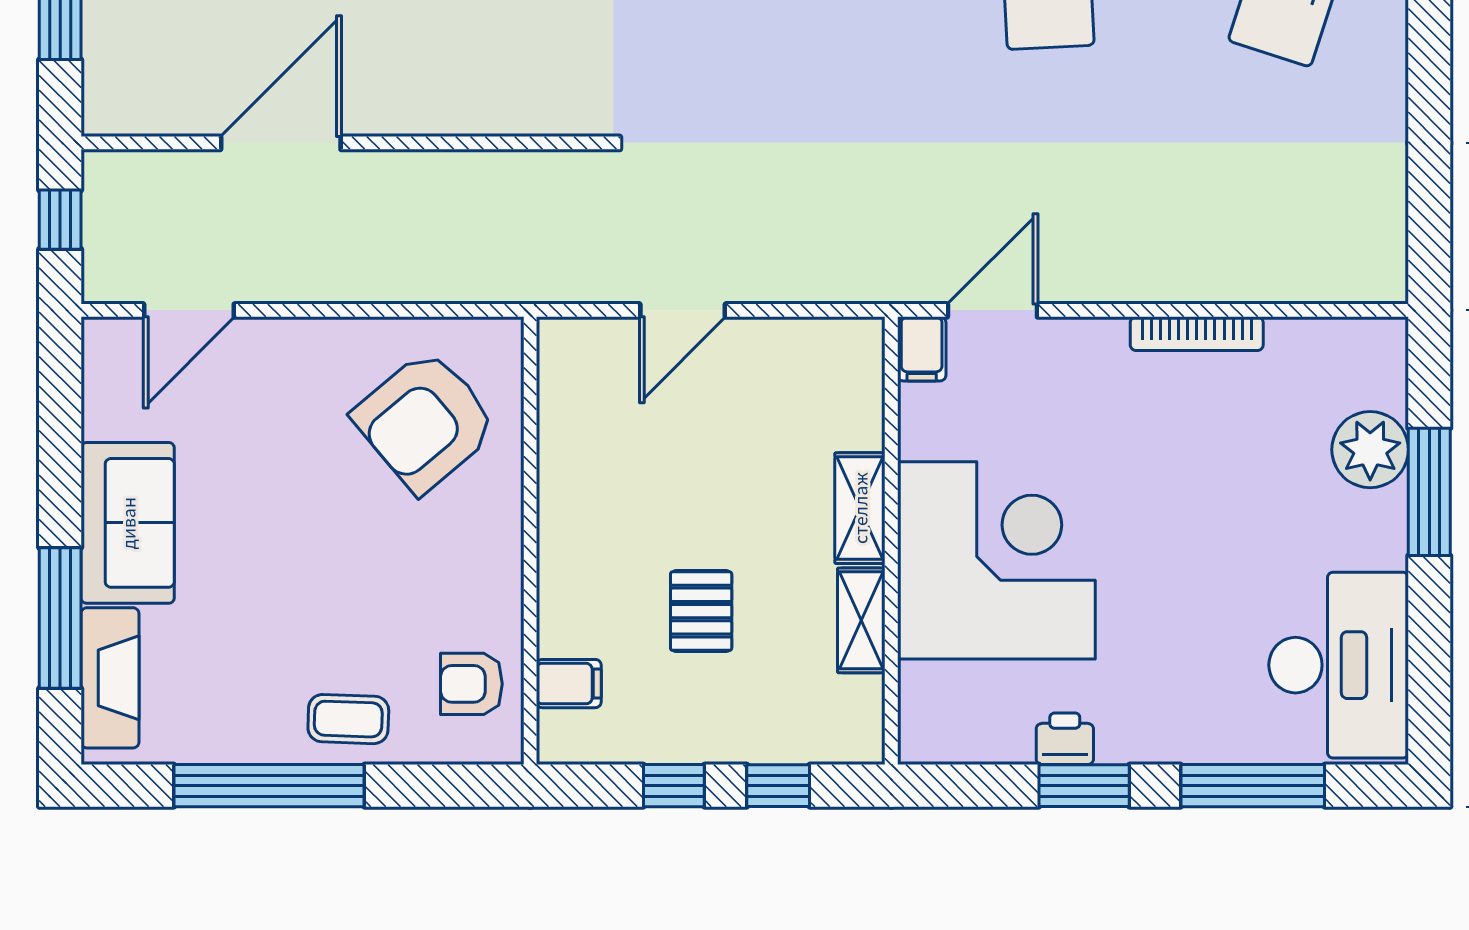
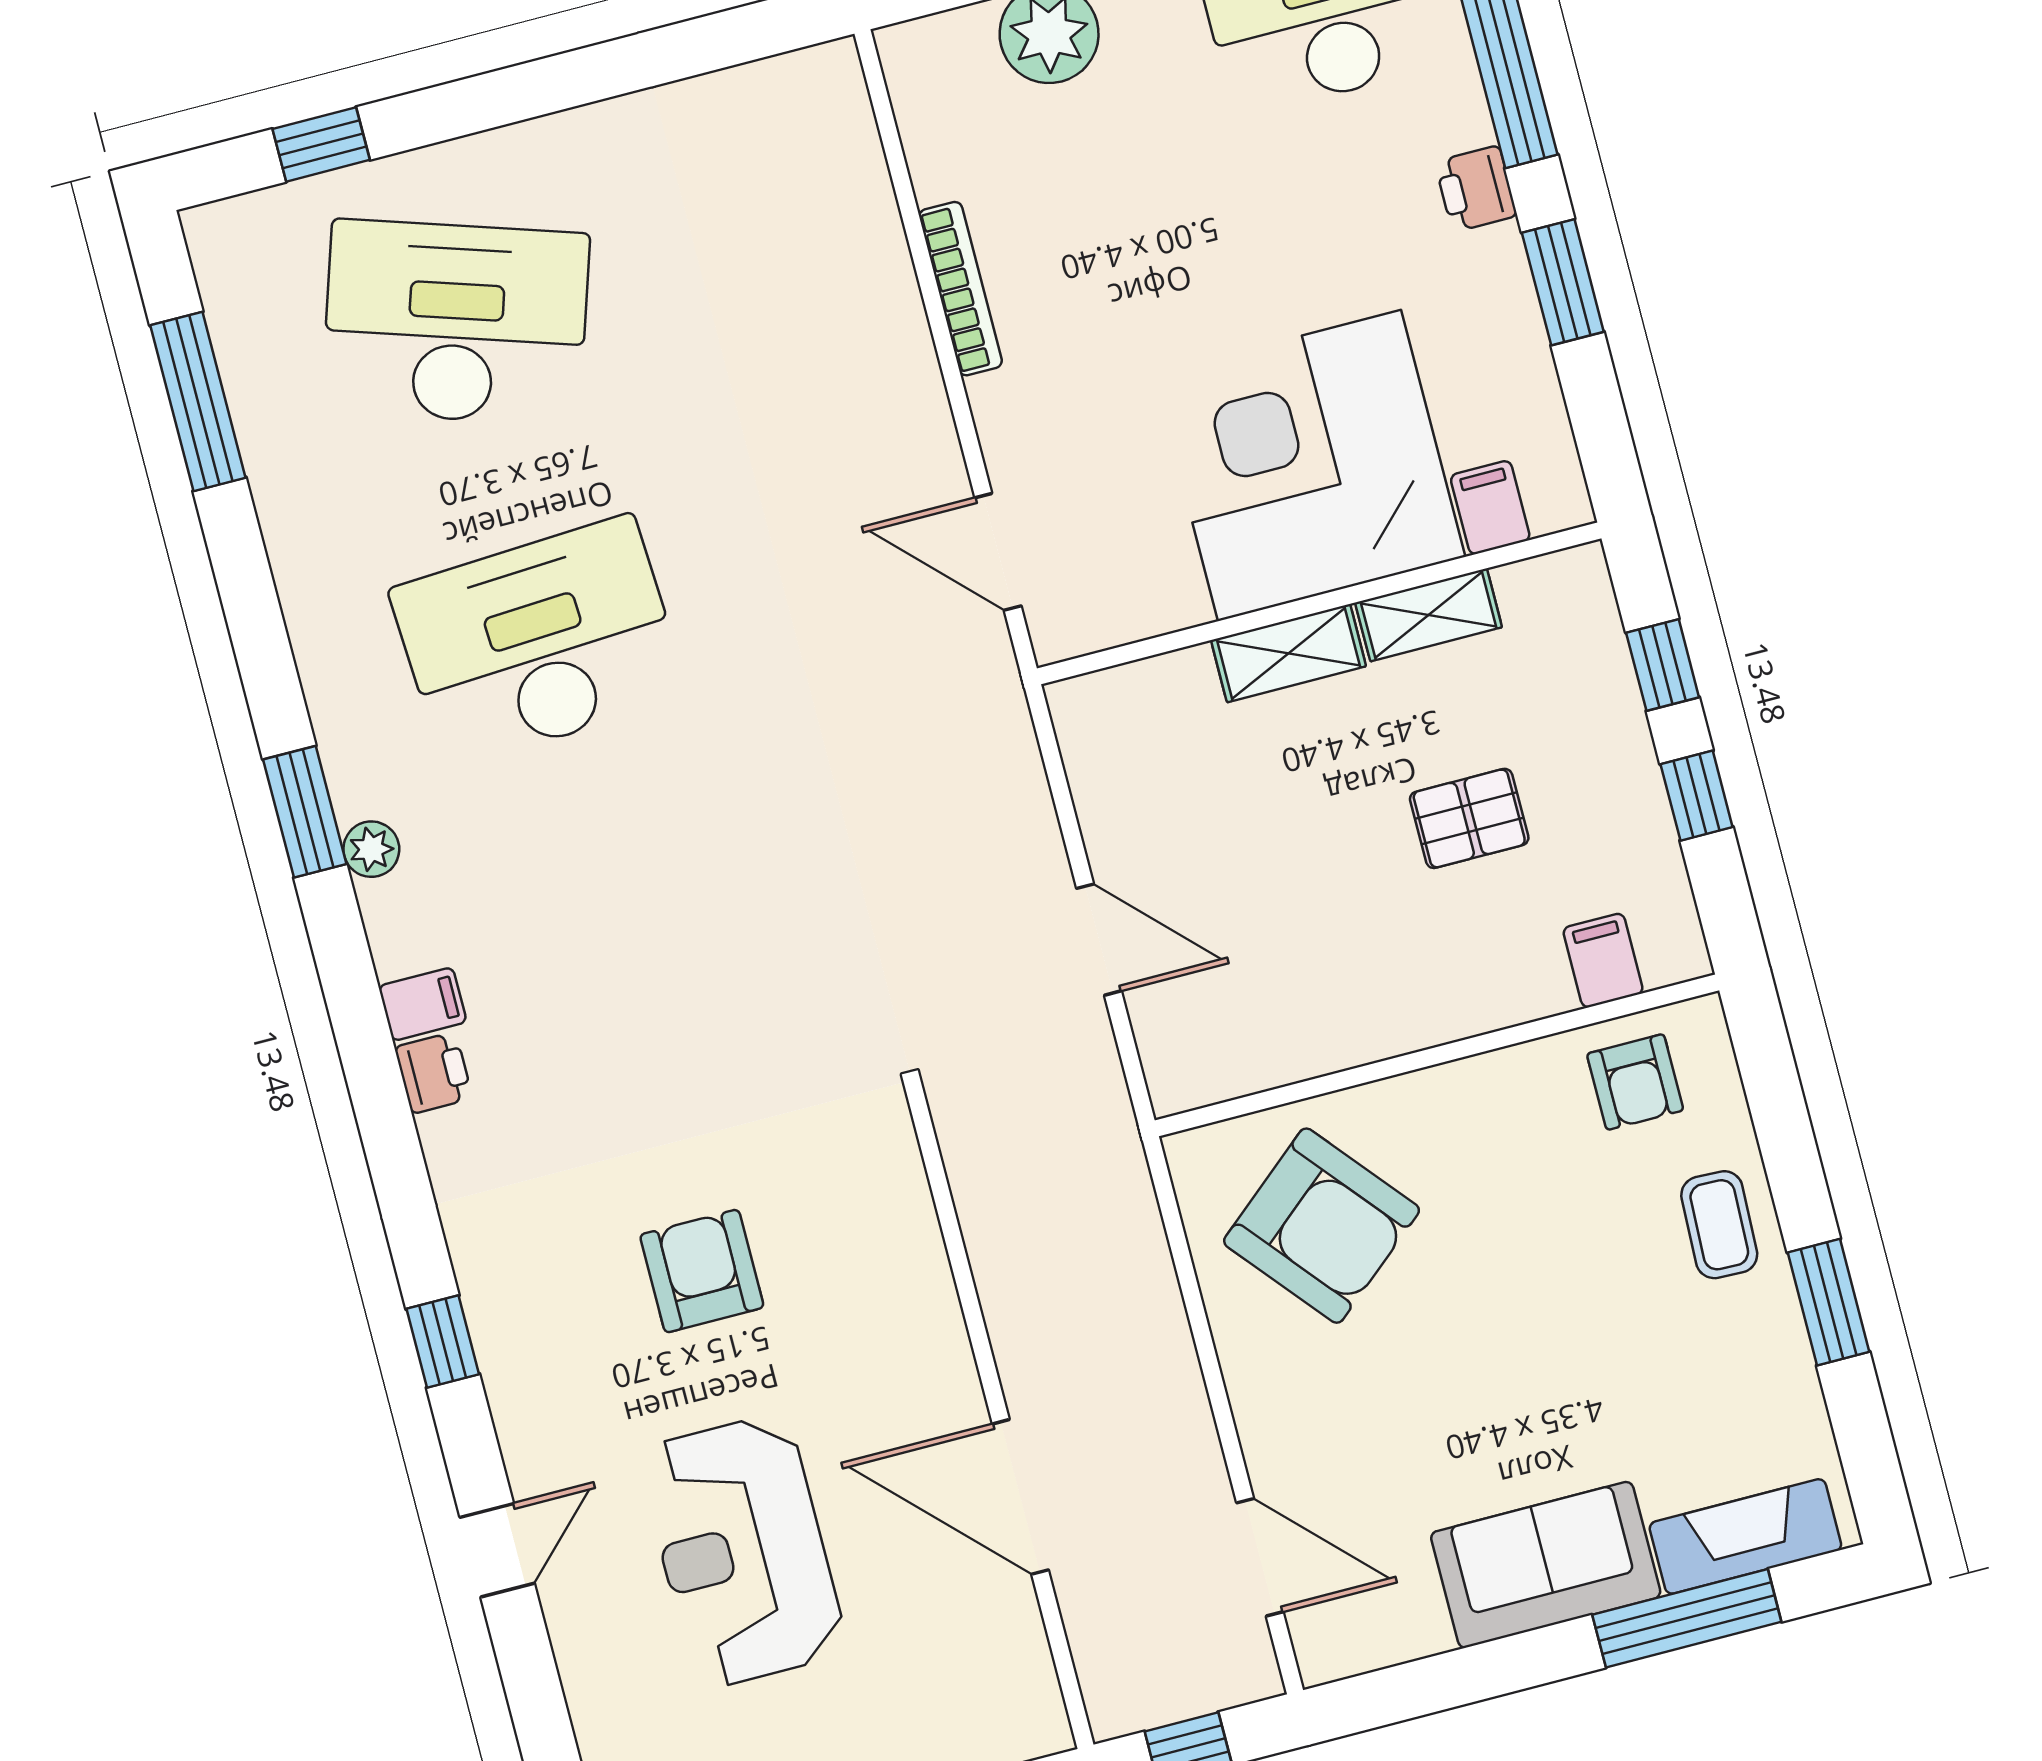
filing cabinet: (922, 349) -> (1490, 507), moved, turned -90
printer: (1065, 739) -> (1476, 189), moved
window: (269, 786) -> (1828, 1302), width x0.47

